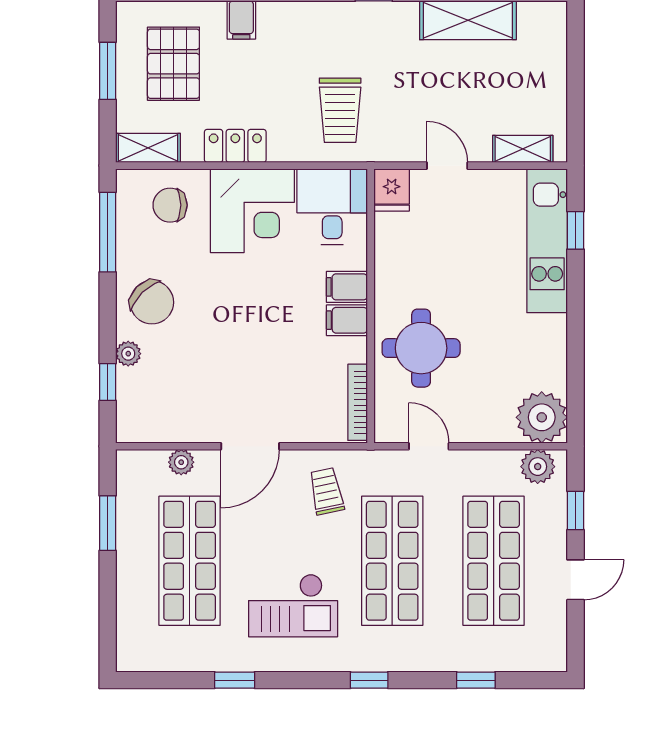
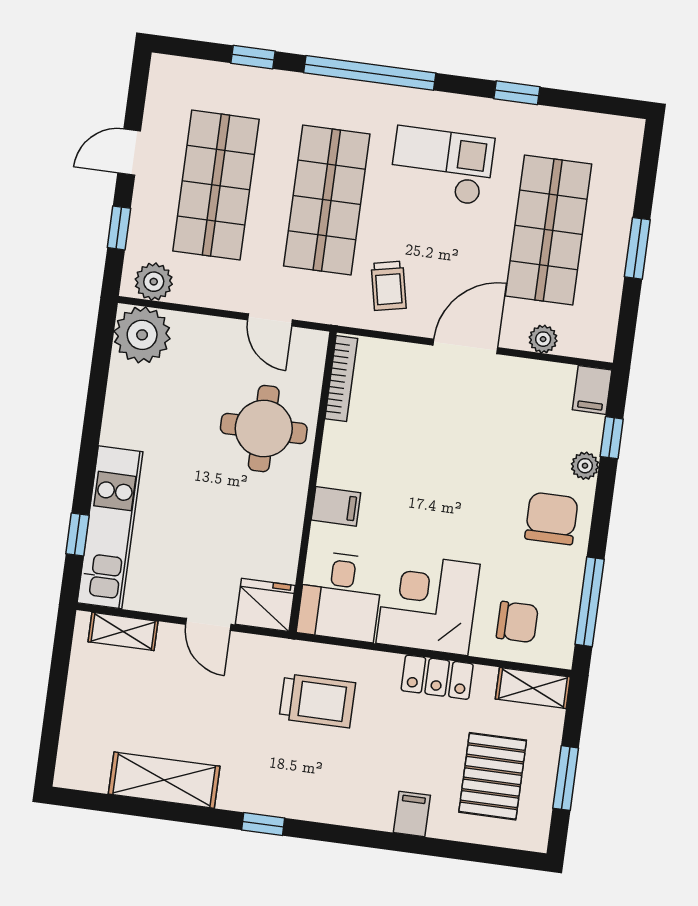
trolley: (340, 110) -> (317, 701), turned 90
fridge: (392, 190) -> (265, 605), width x1.38
chair: (152, 302) -> (552, 518), turned 45
filing cabinet: (347, 320) -> (592, 390), moved, turned 90
window: (108, 523) -> (637, 248), moved
window: (369, 680) -> (370, 73), width x3.17

